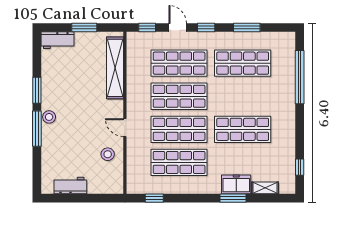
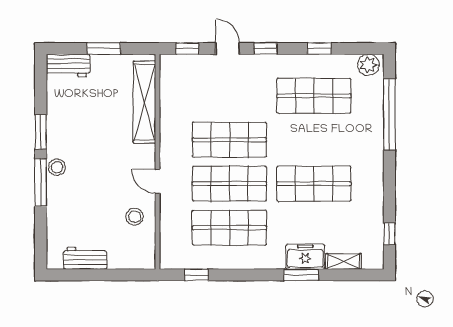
window: (247, 28) -> (319, 49), width x0.67
plant: (284, 40) -> (368, 65), added
shop shelf: (179, 63) -> (229, 96), removed

